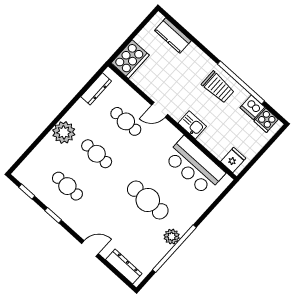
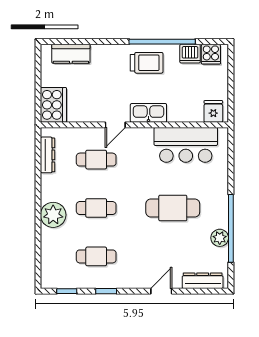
kitchen sink: (192, 125) -> (148, 113), width x1.38
plant: (172, 237) -> (220, 238), moved

